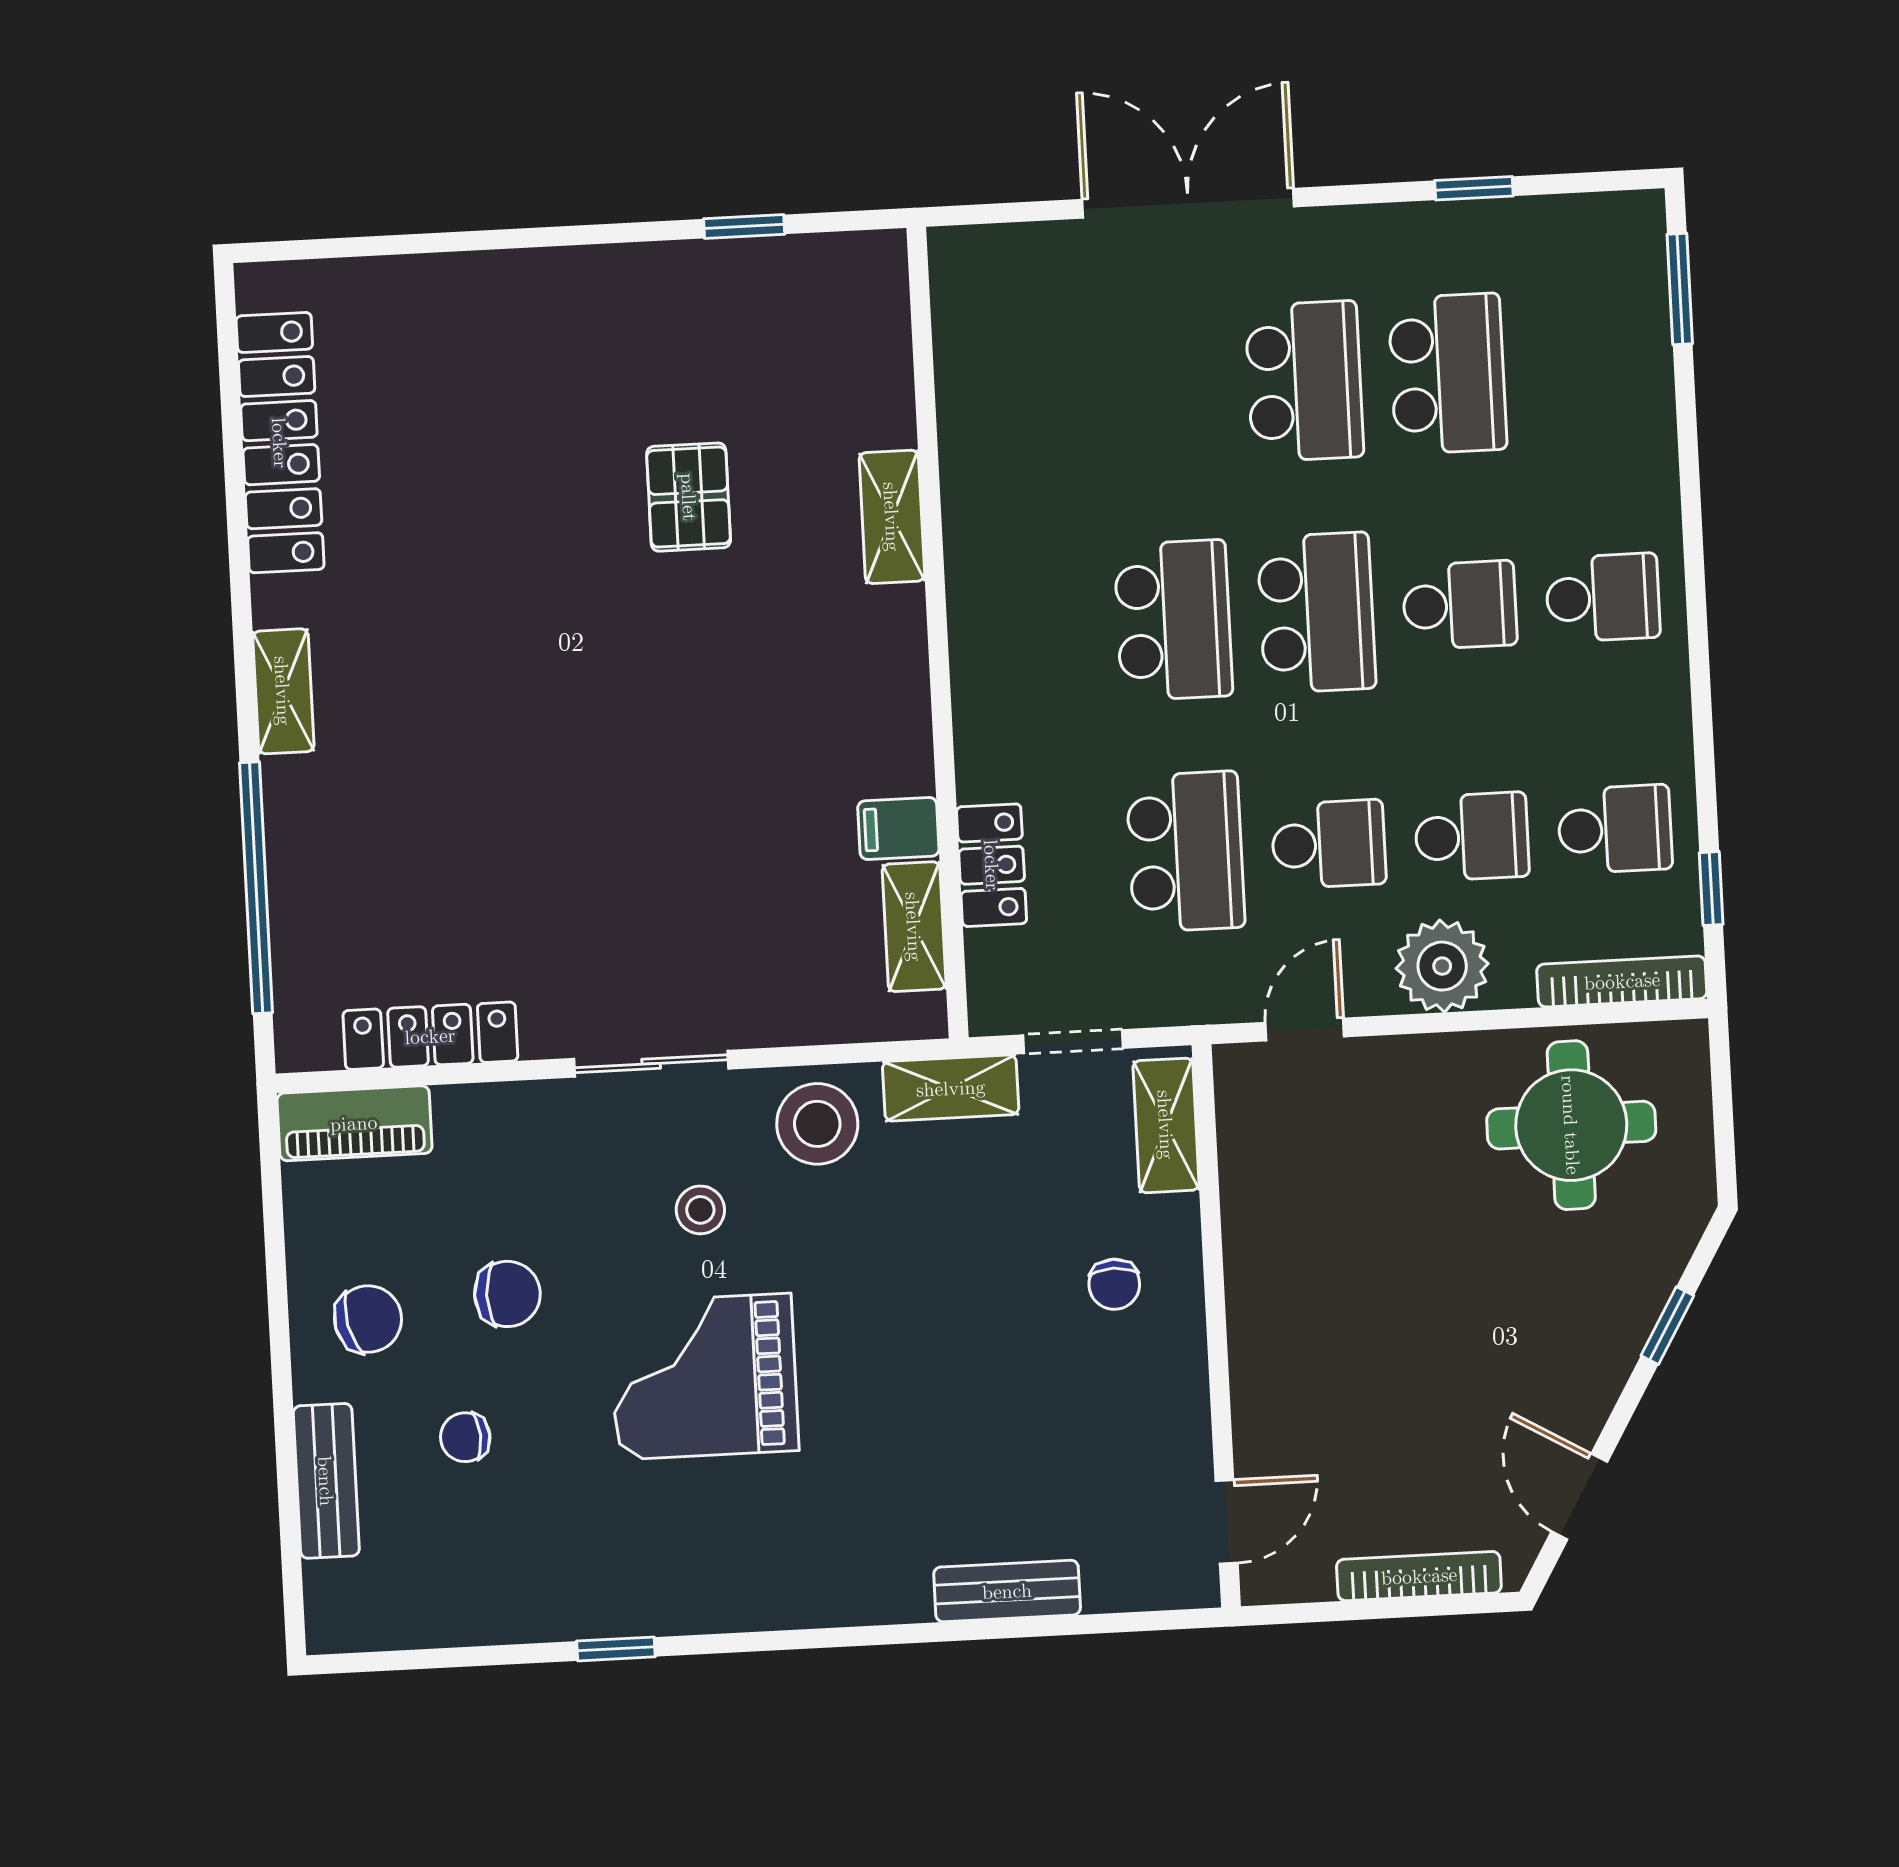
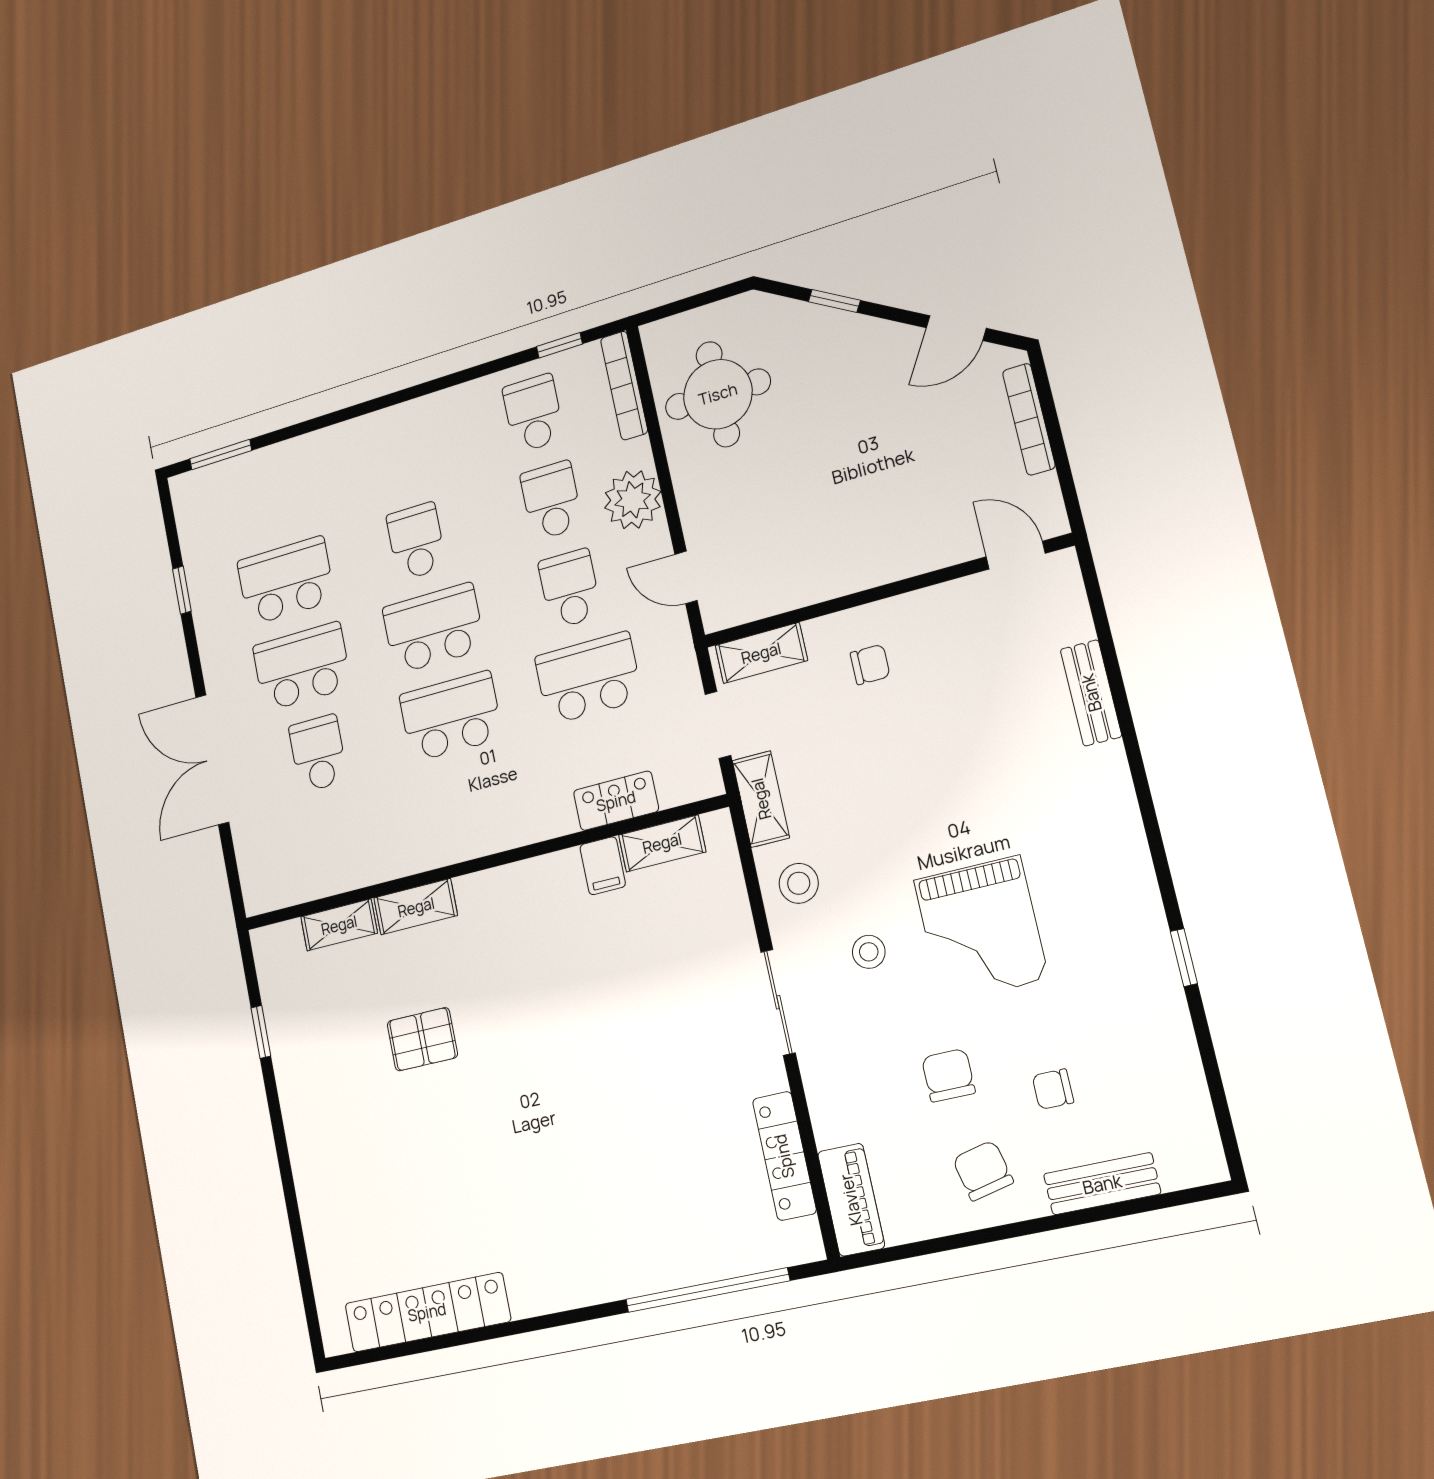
school desk: (1603, 598) -> (318, 753), moved
shelving: (283, 691) -> (339, 925), moved
stool: (817, 1124) -> (799, 883), width x0.73, depth x0.73
chair: (465, 1437) -> (1053, 1089), turned 94

